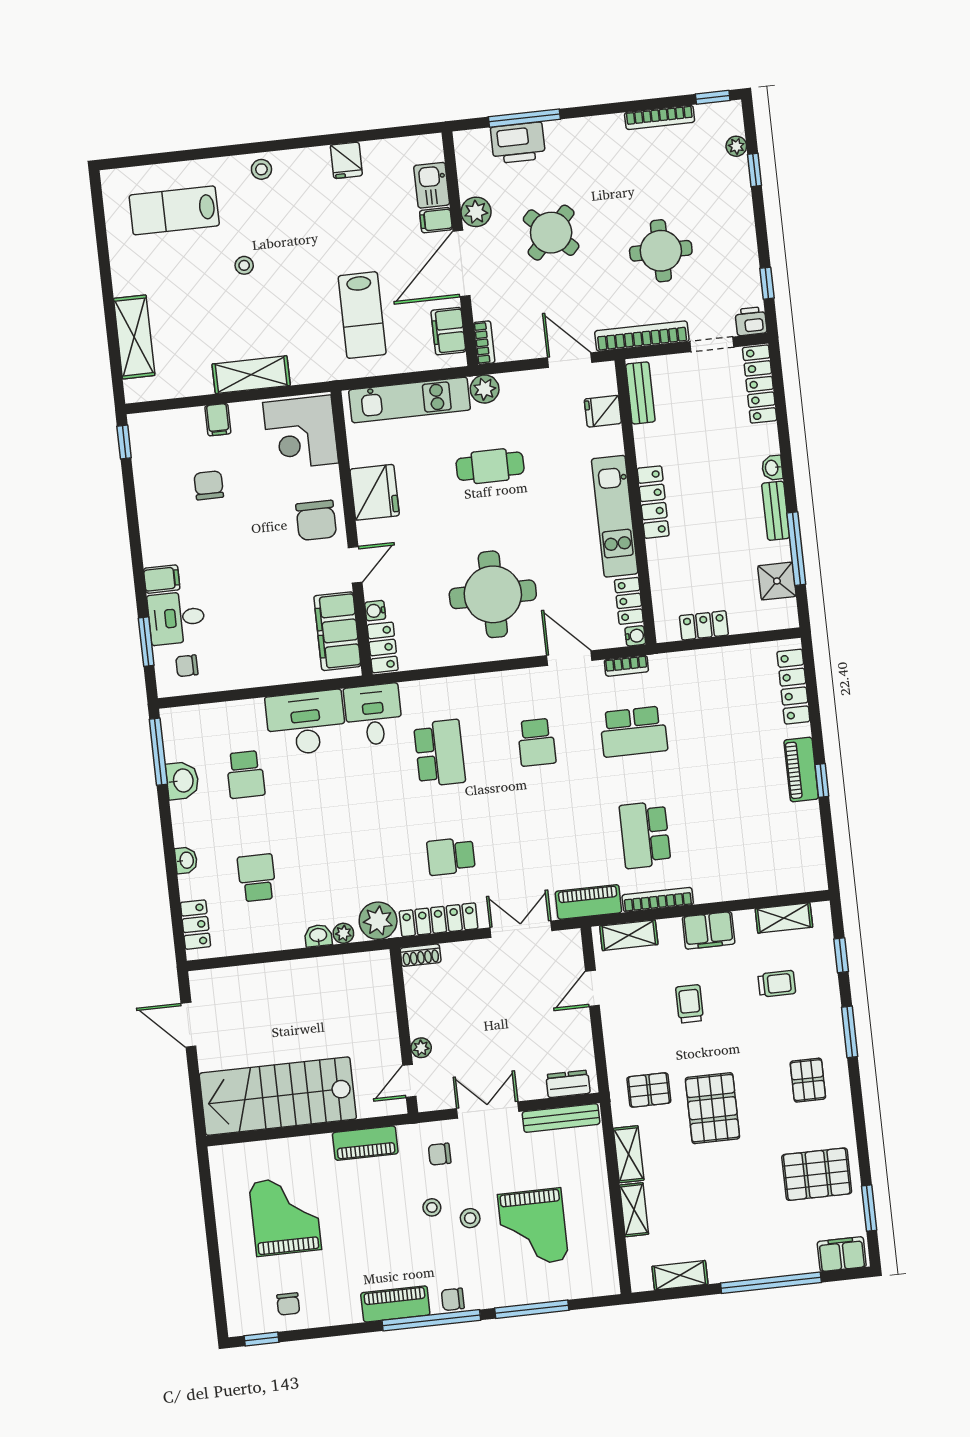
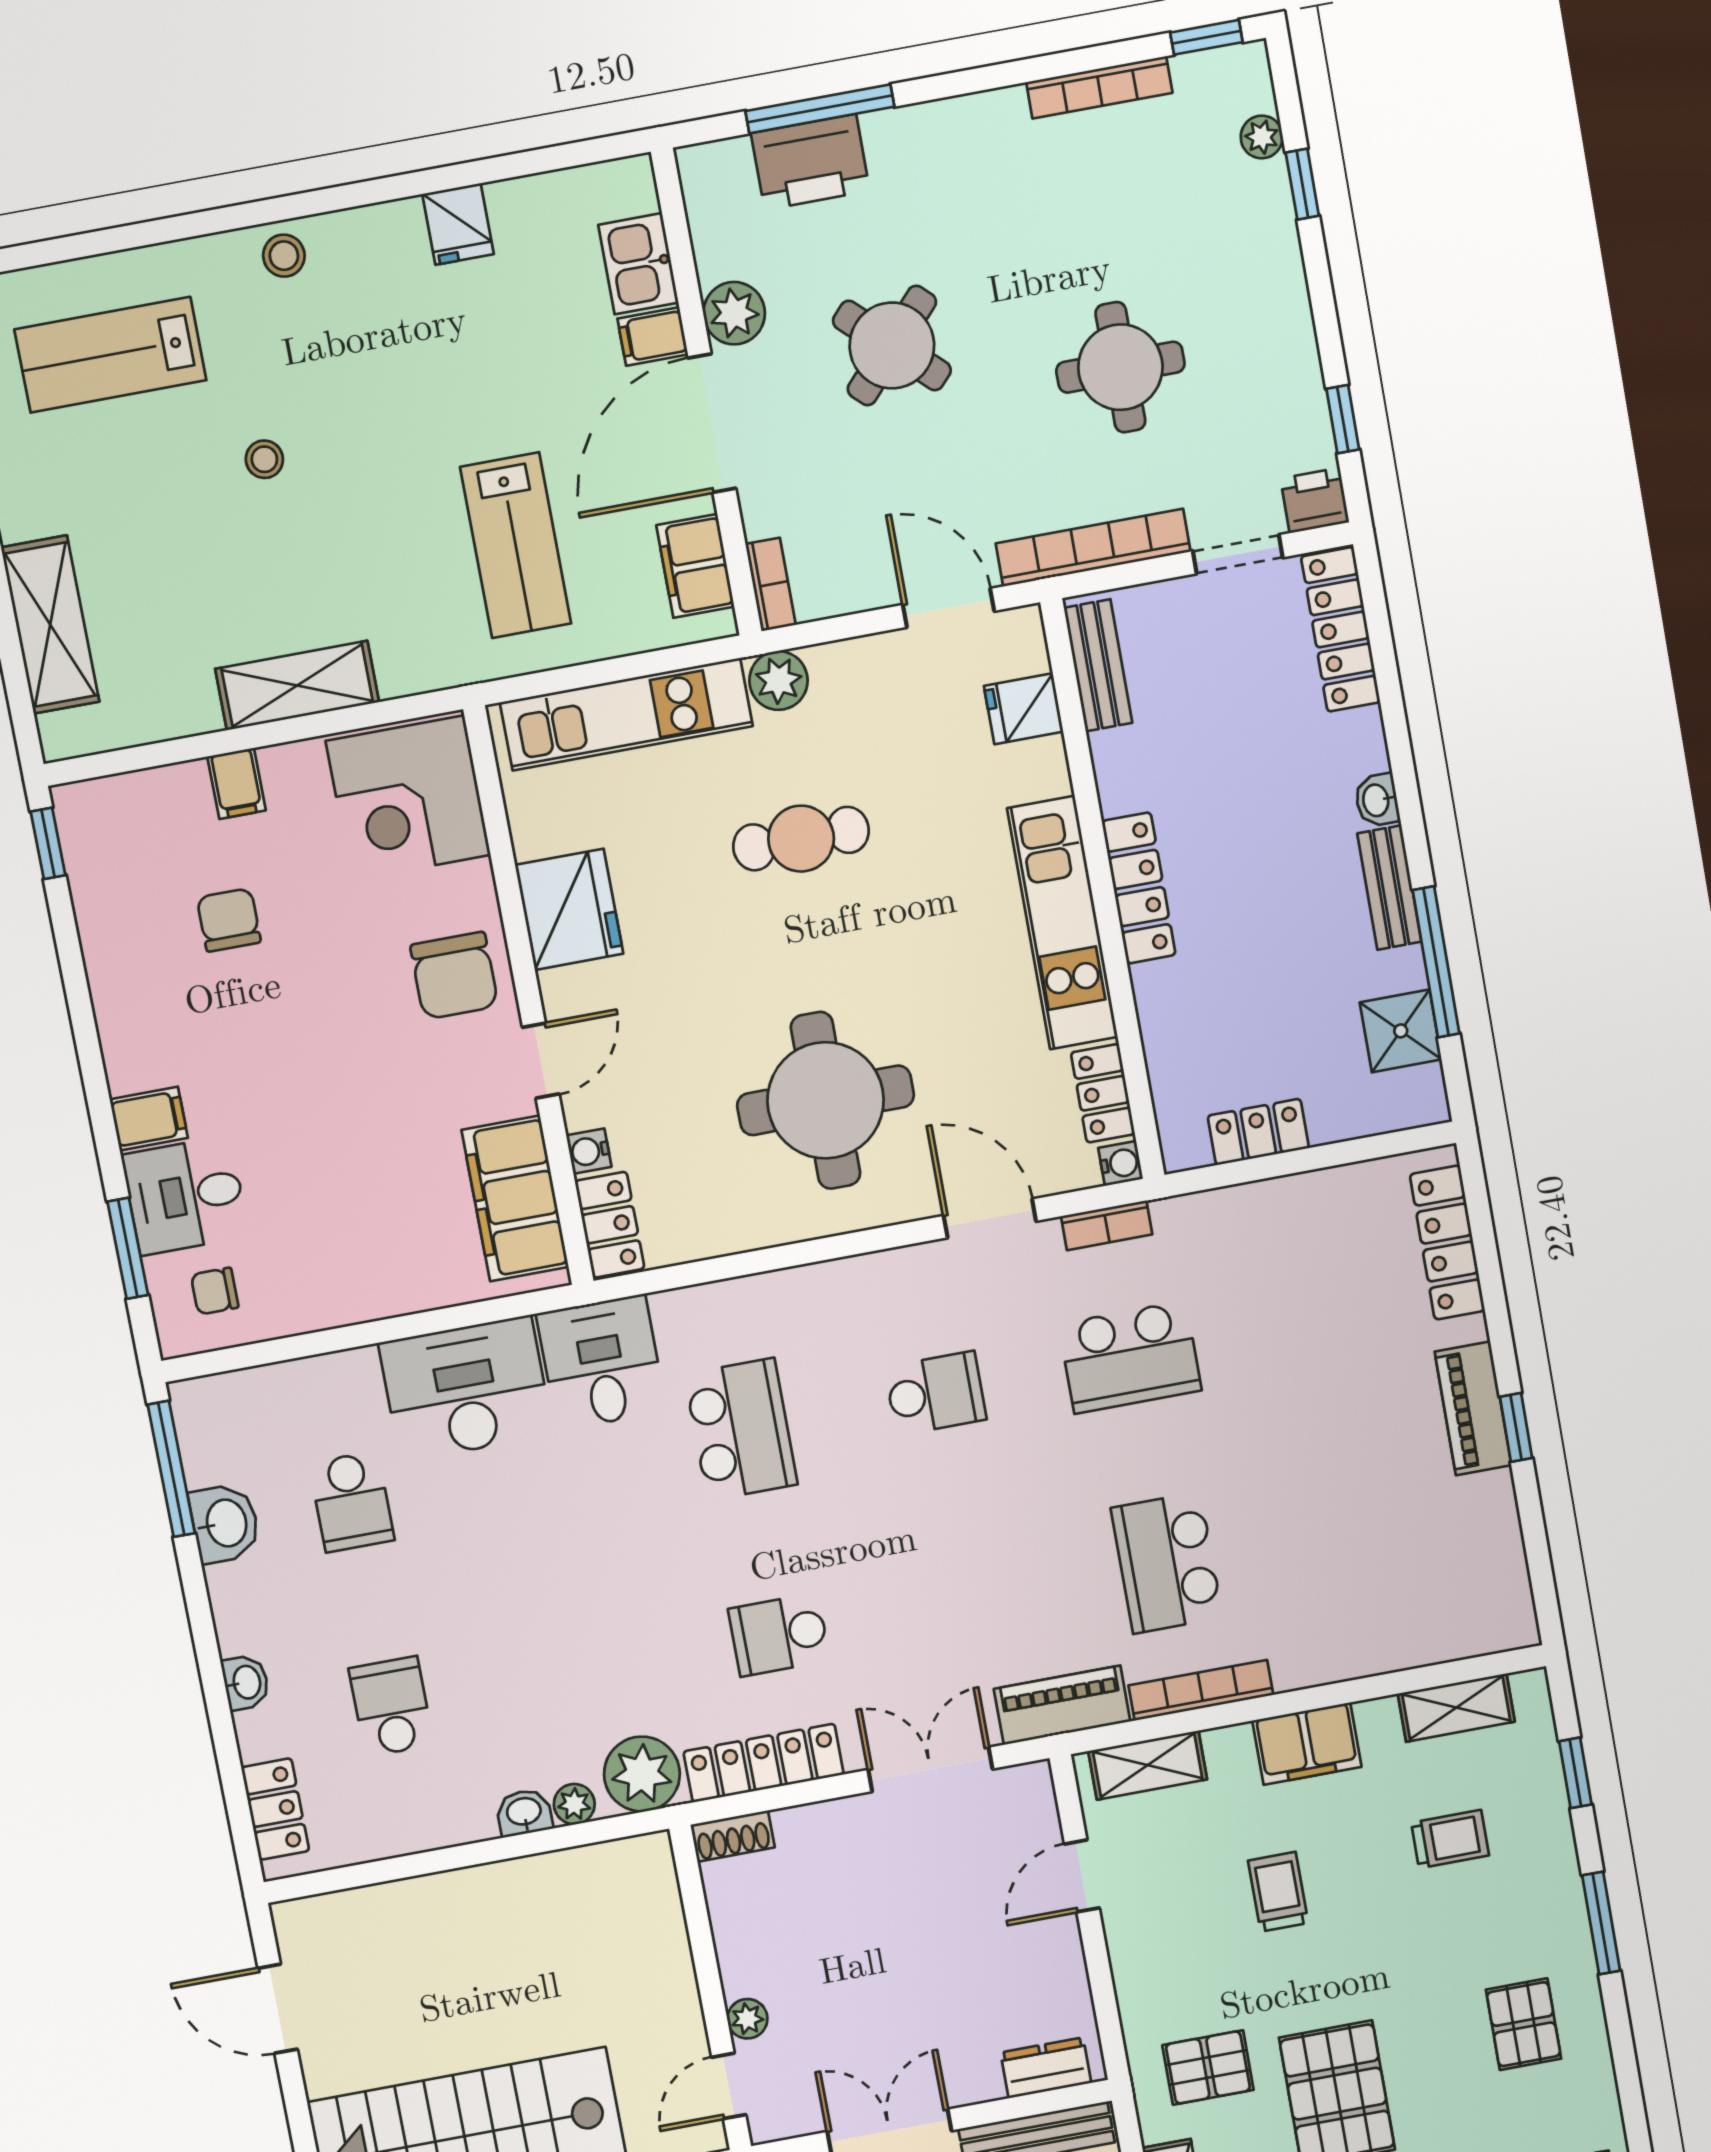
school desk: (537, 742) -> (935, 1393), turned -90

